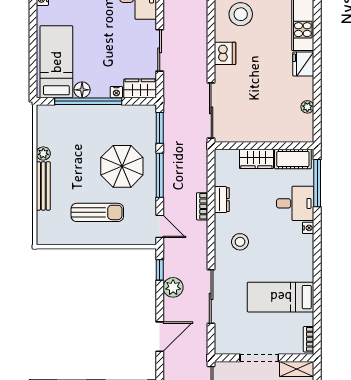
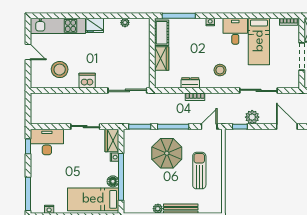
desk: (295, 203) -> (235, 31), moved

